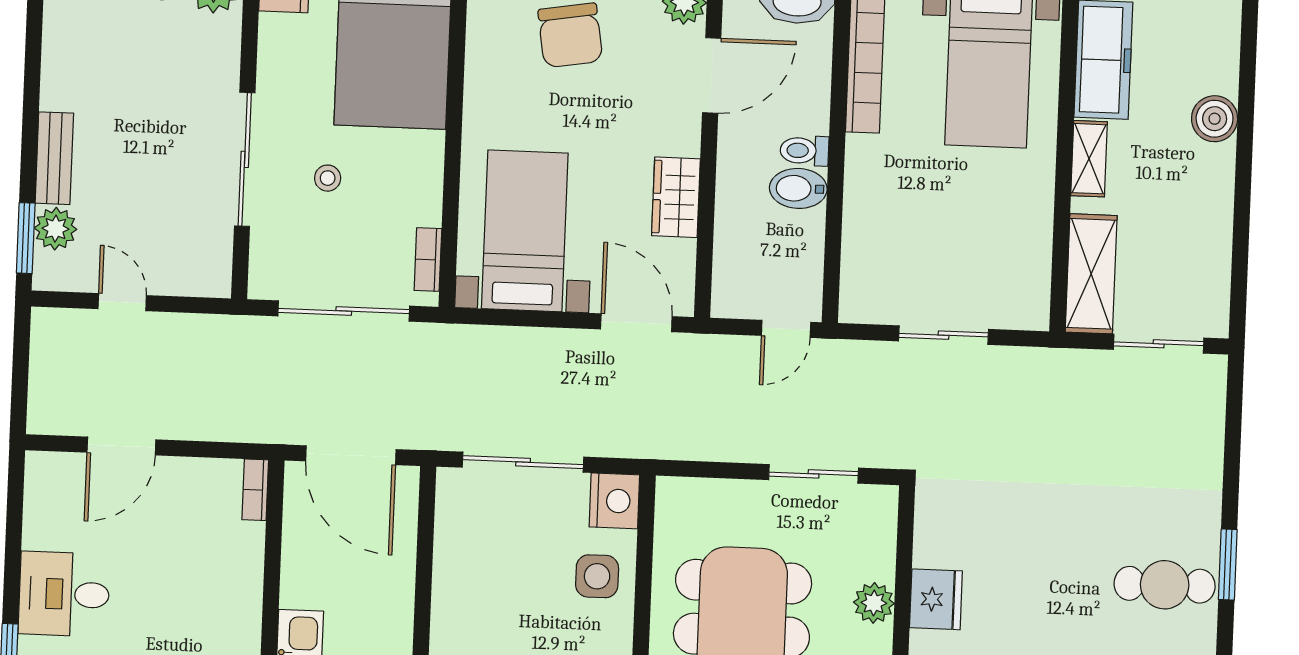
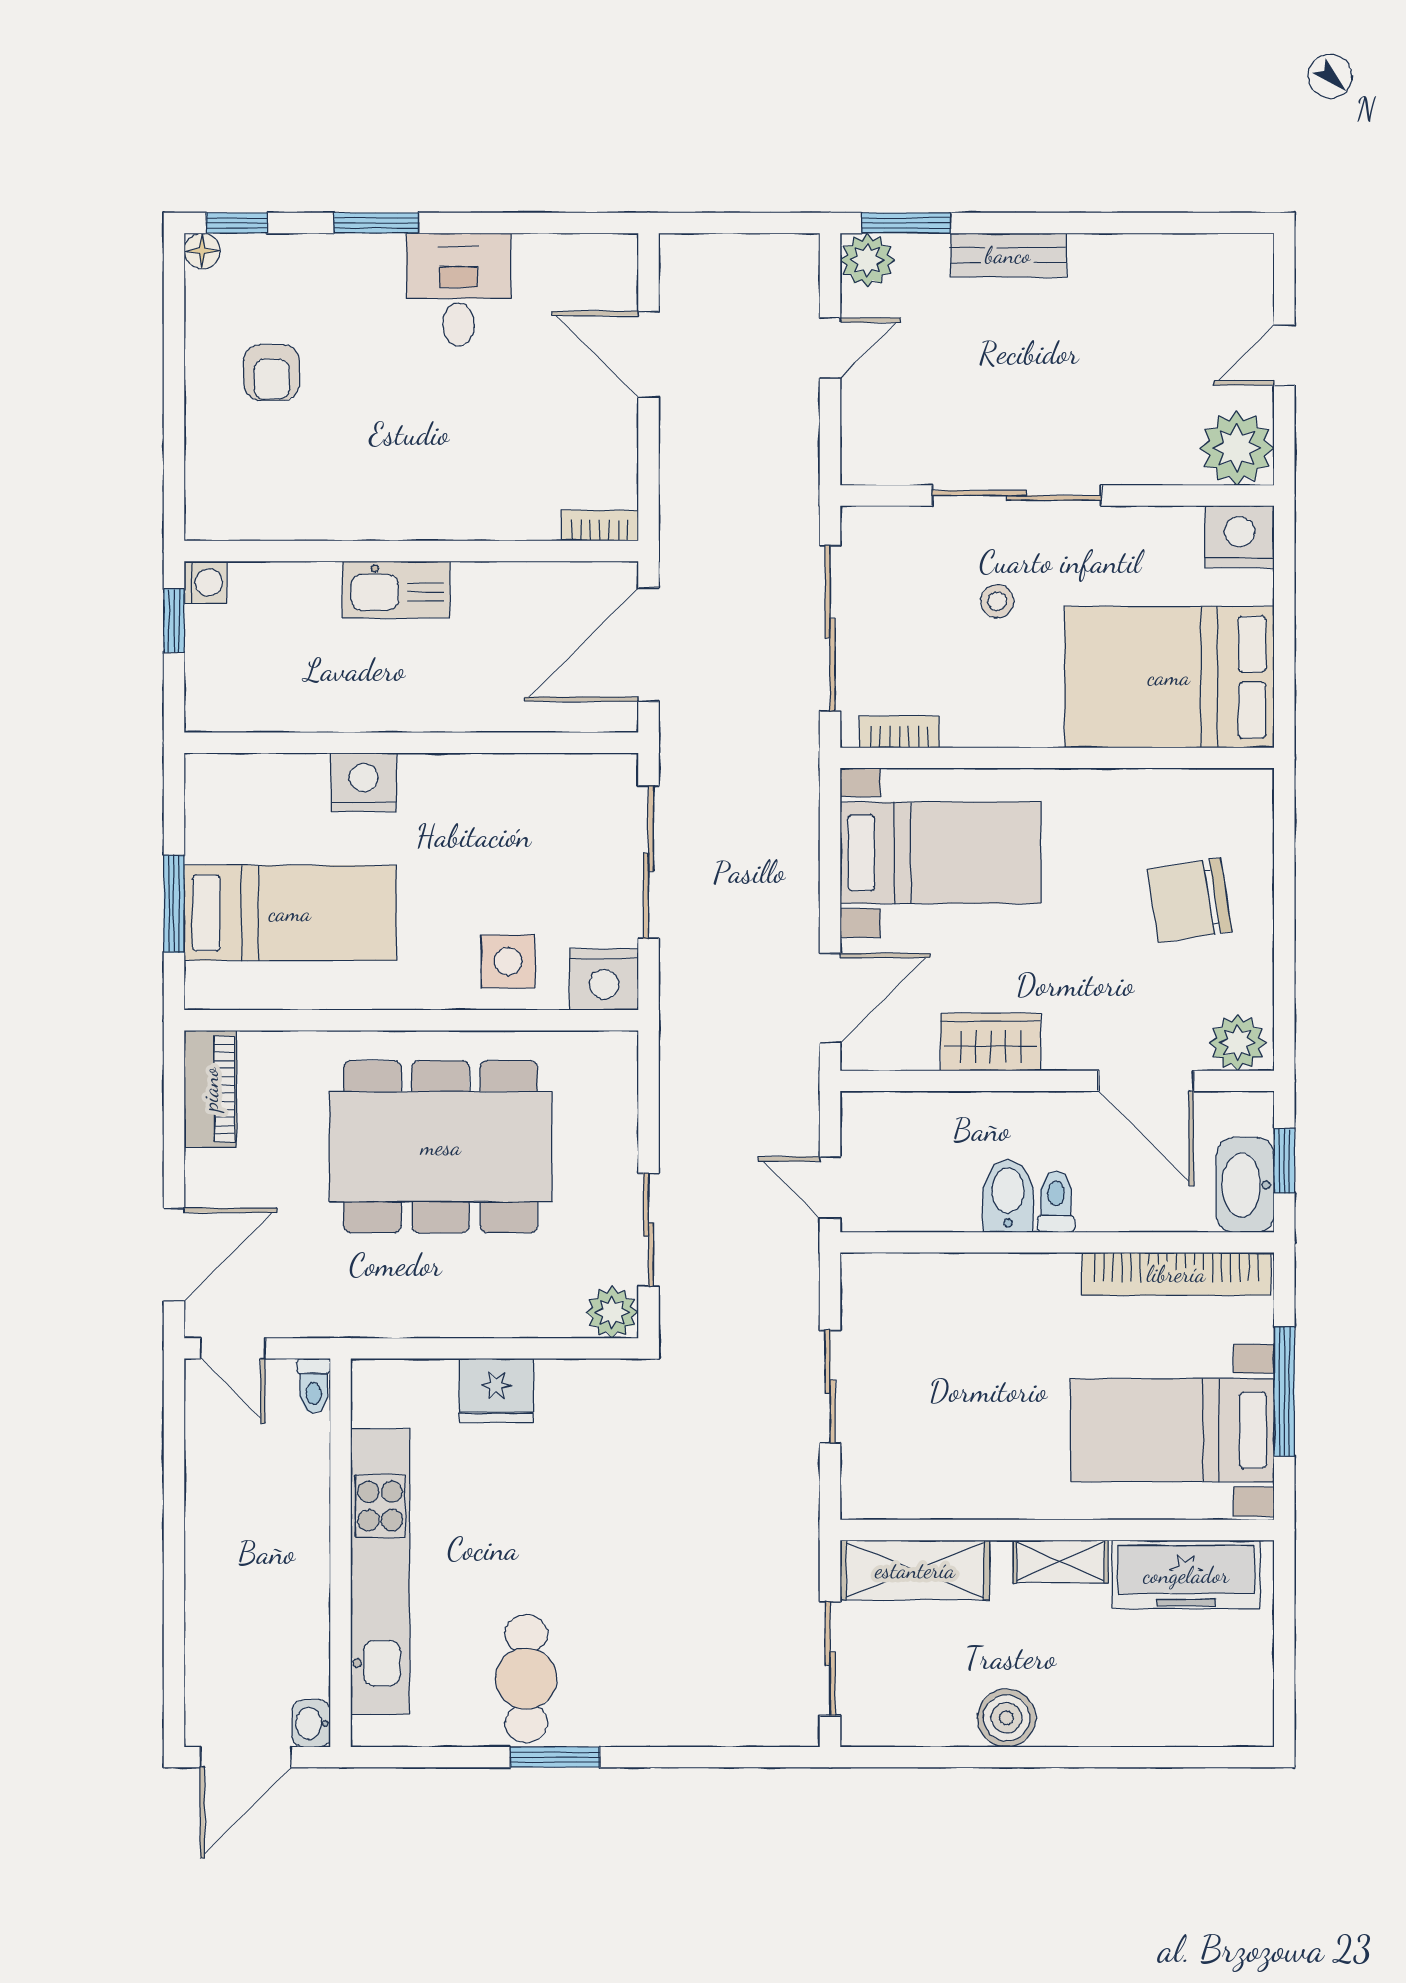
boiler: (1215, 119) -> (1007, 1718), moved
plant: (55, 229) -> (867, 260), moved
plant: (874, 603) -> (612, 1312), moved

